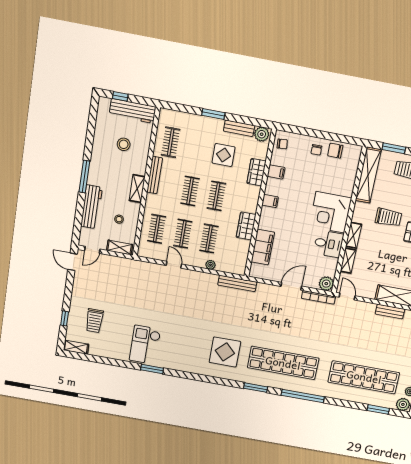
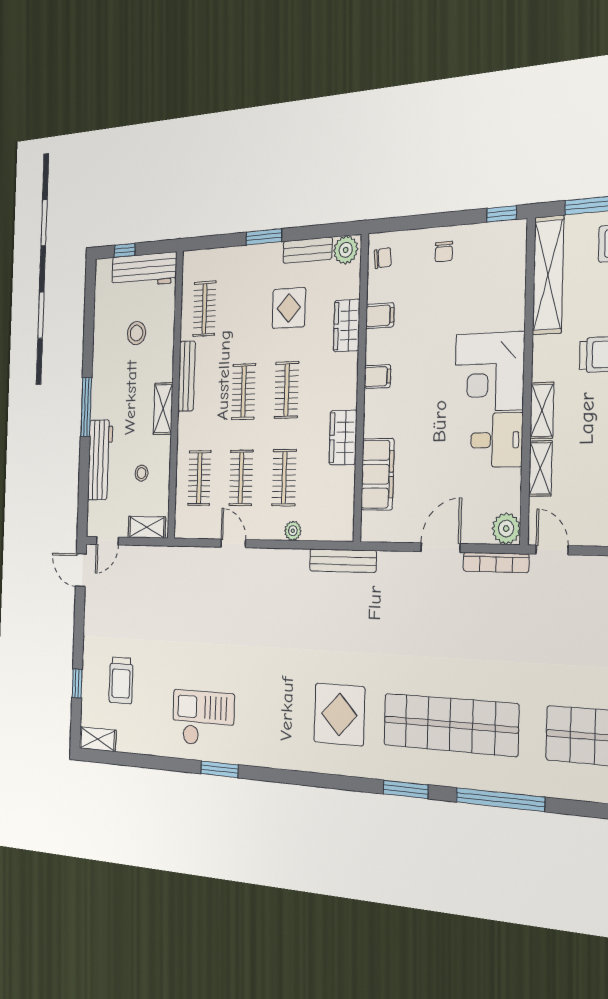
window: (350, 140) -> (502, 214), added
chair: (335, 151) -> (478, 243), removed
checkout: (145, 345) -> (203, 718), turned 90

